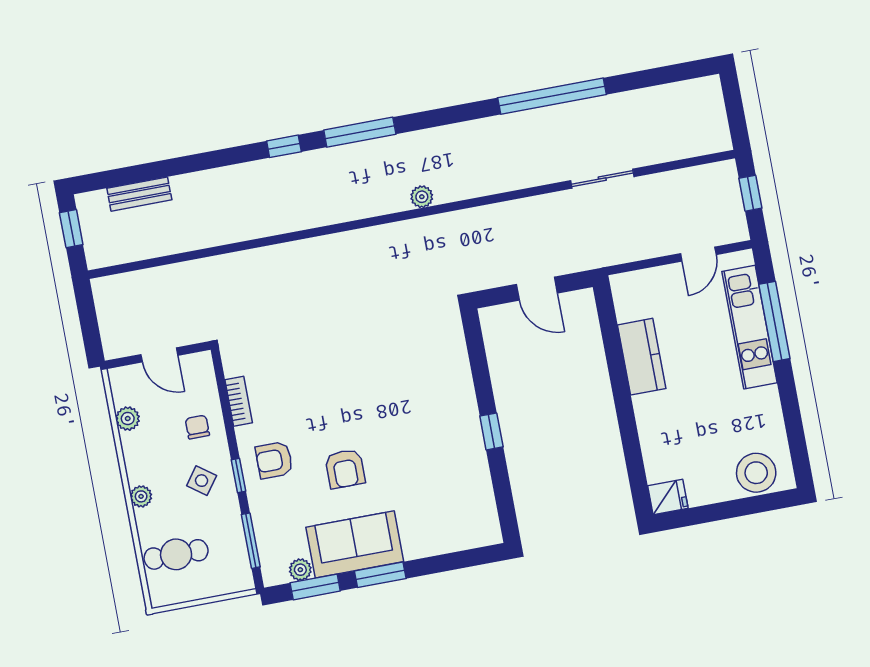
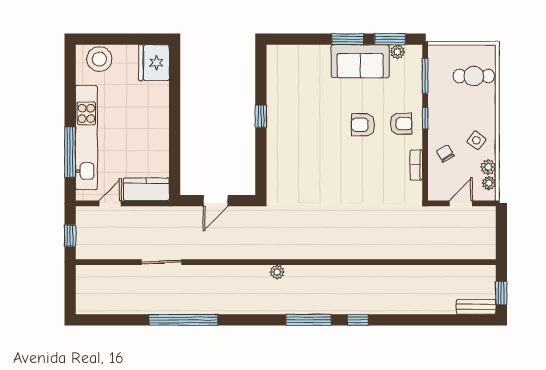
bench: (139, 194) -> (476, 307), moved
door: (537, 289) -> (216, 201), swing flipped
kitchen unit: (750, 327) -> (86, 138), width x1.36
door: (159, 355) -> (461, 203), hinge flipped
kitchen counter: (642, 357) -> (146, 189), moved, turned 90
chair: (197, 427) -> (445, 154), turned 150
armchair: (345, 469) -> (363, 125), moved, turned -90
side table: (202, 481) -> (476, 140), moved
plant: (141, 496) -> (489, 183), moved
fridge: (668, 497) -> (154, 63), width x1.88, depth x1.34

